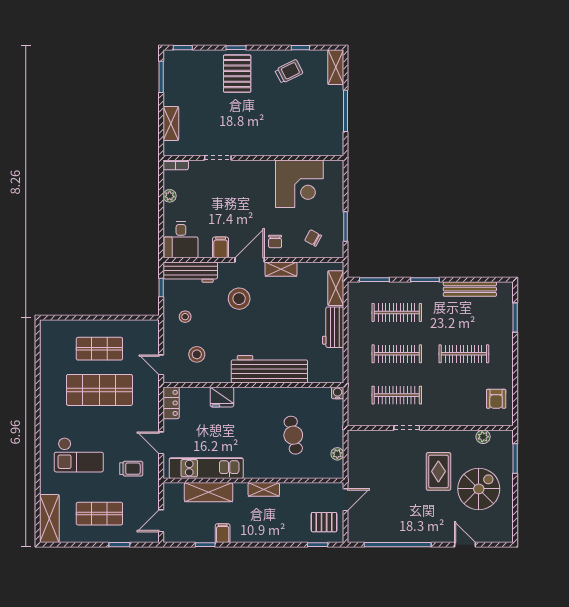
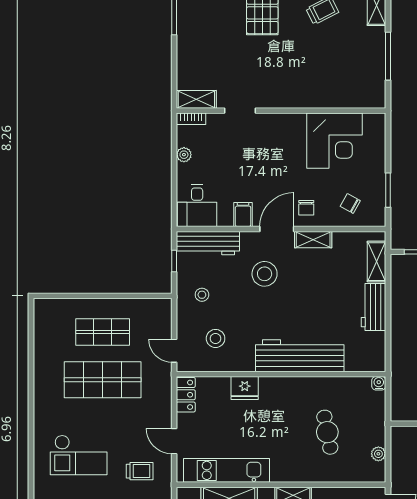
shelving: (171, 123) -> (196, 99), moved, turned 90

